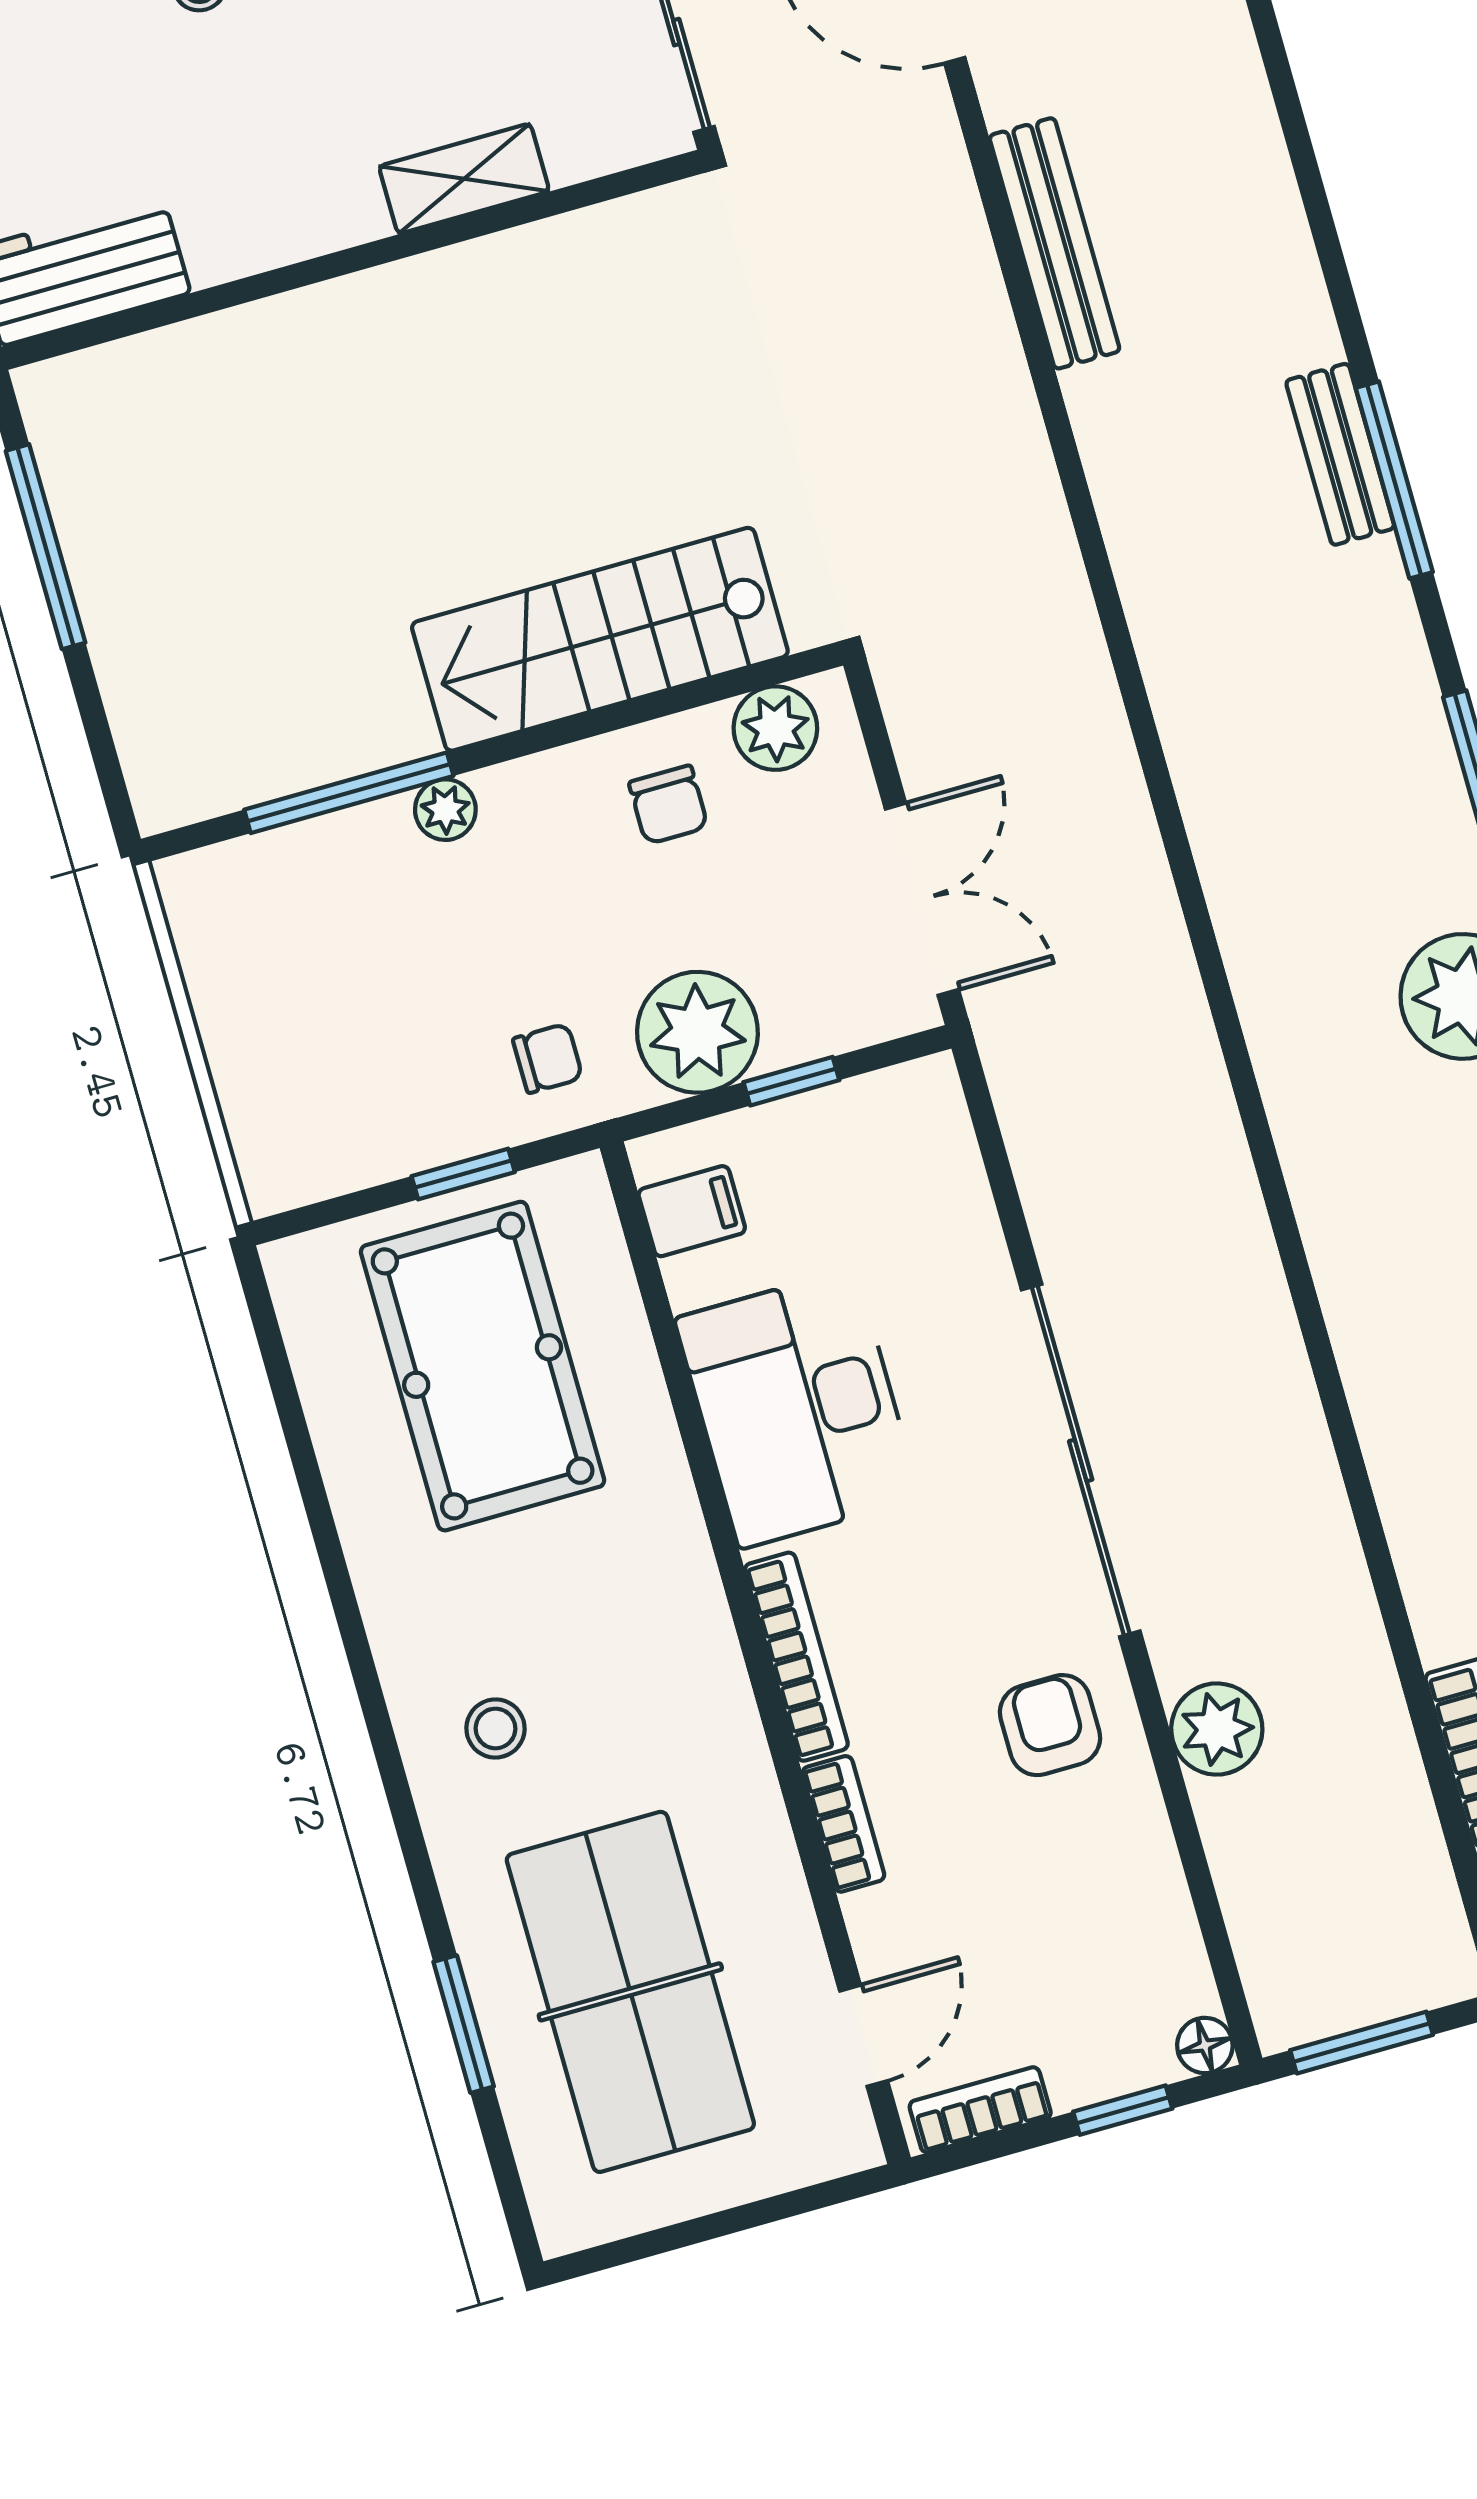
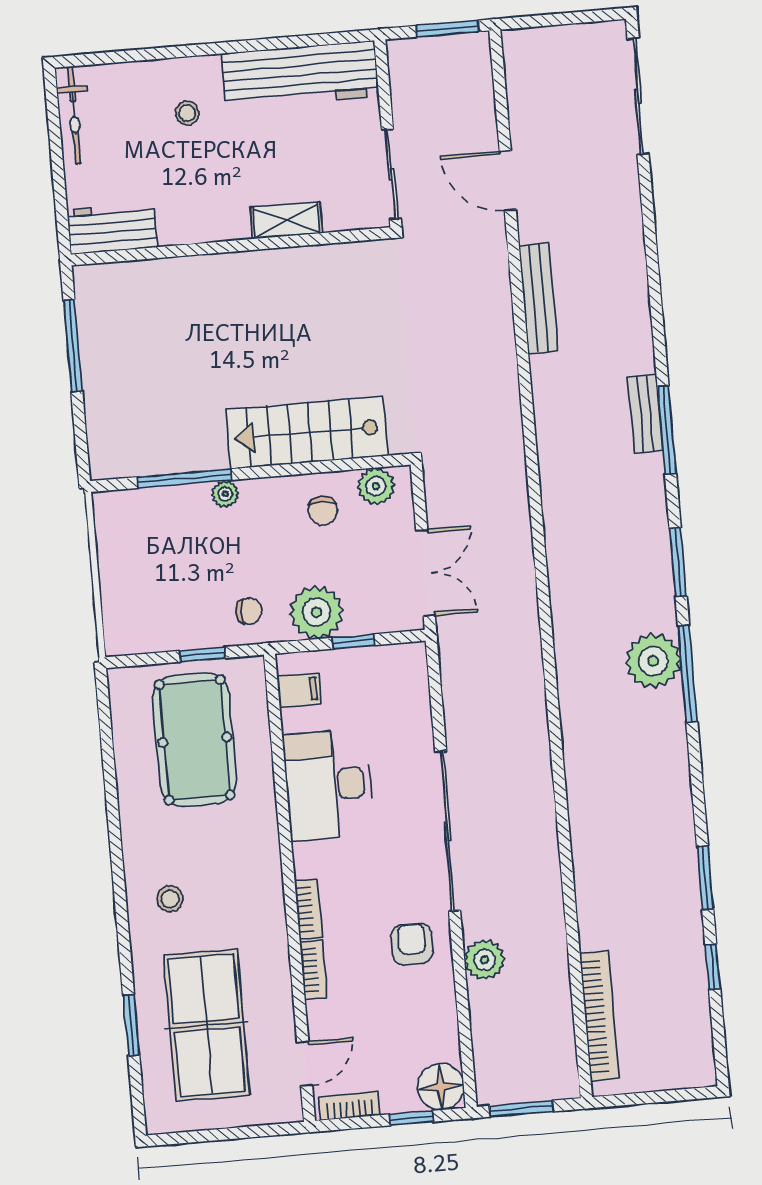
bookcase: (796, 1657) -> (308, 909), width x0.64
floor lamp: (1205, 2045) -> (441, 1087), width x1.89, depth x1.89

